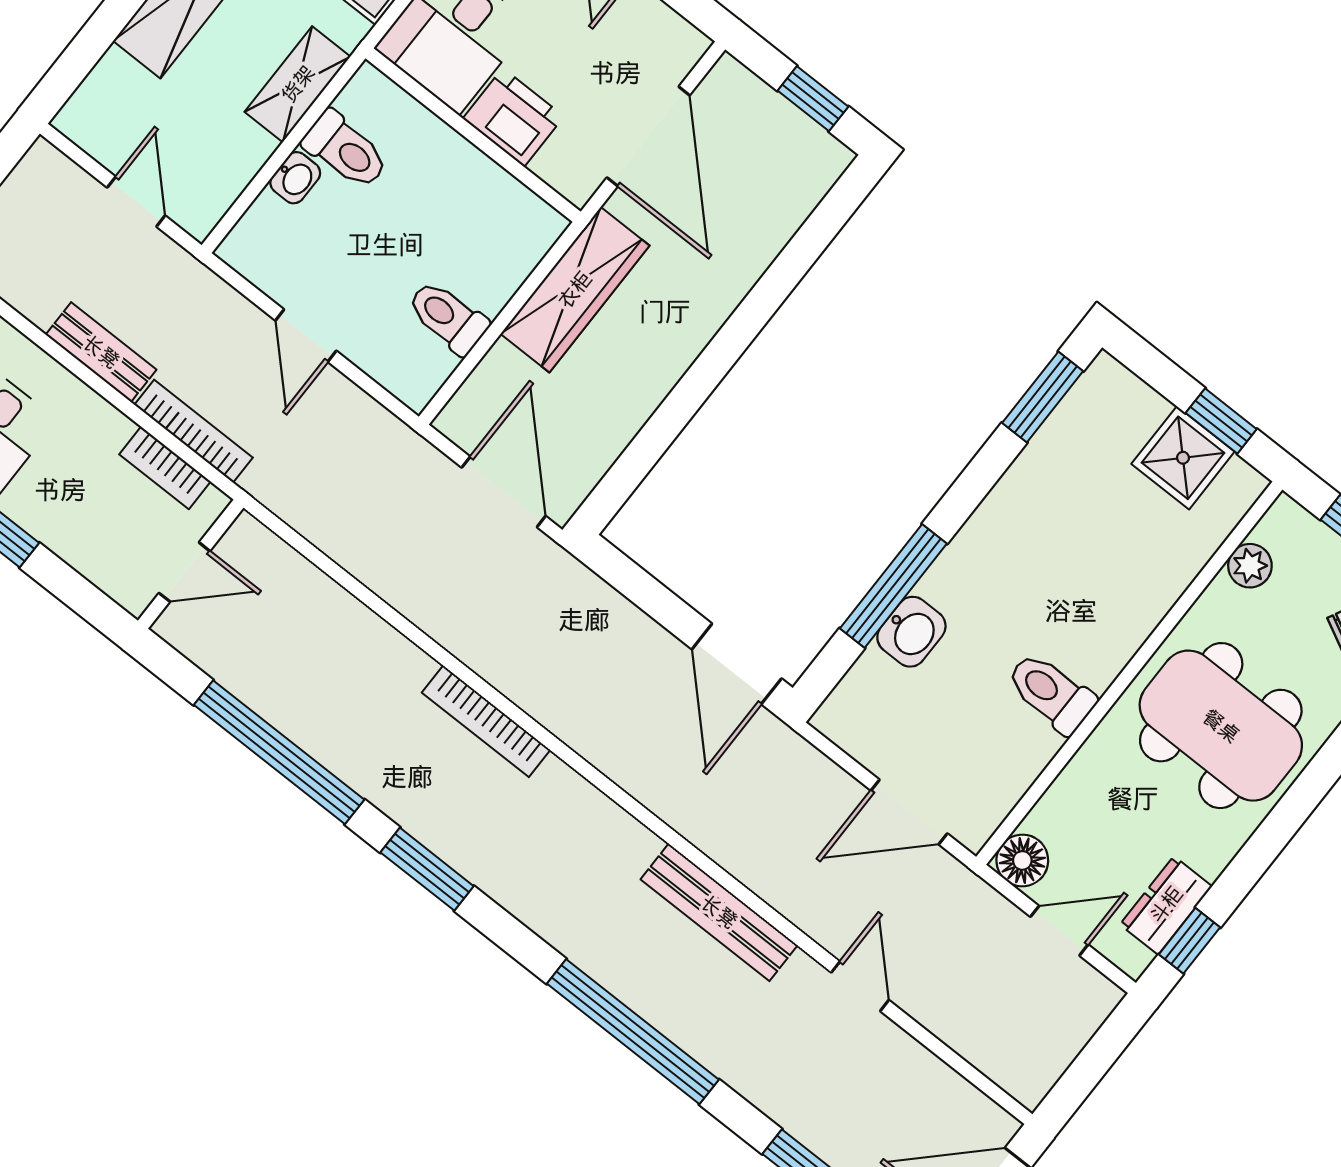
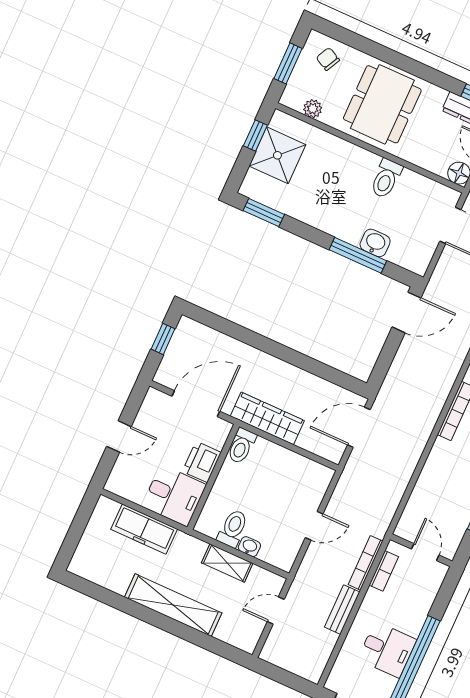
shelving: (298, 84) -> (227, 563), moved
toilet: (448, 317) -> (241, 446), moved
shower: (1183, 458) -> (277, 155), width x1.36, depth x1.36

